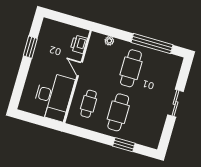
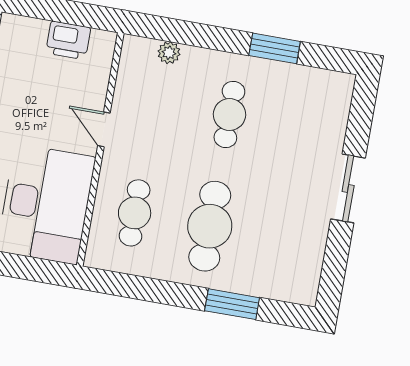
printer: (79, 44) -> (68, 40), moved, turned -90
window: (152, 44) -> (275, 48), width x0.47
cafe table: (131, 68) -> (229, 114), width x0.73, depth x0.74

